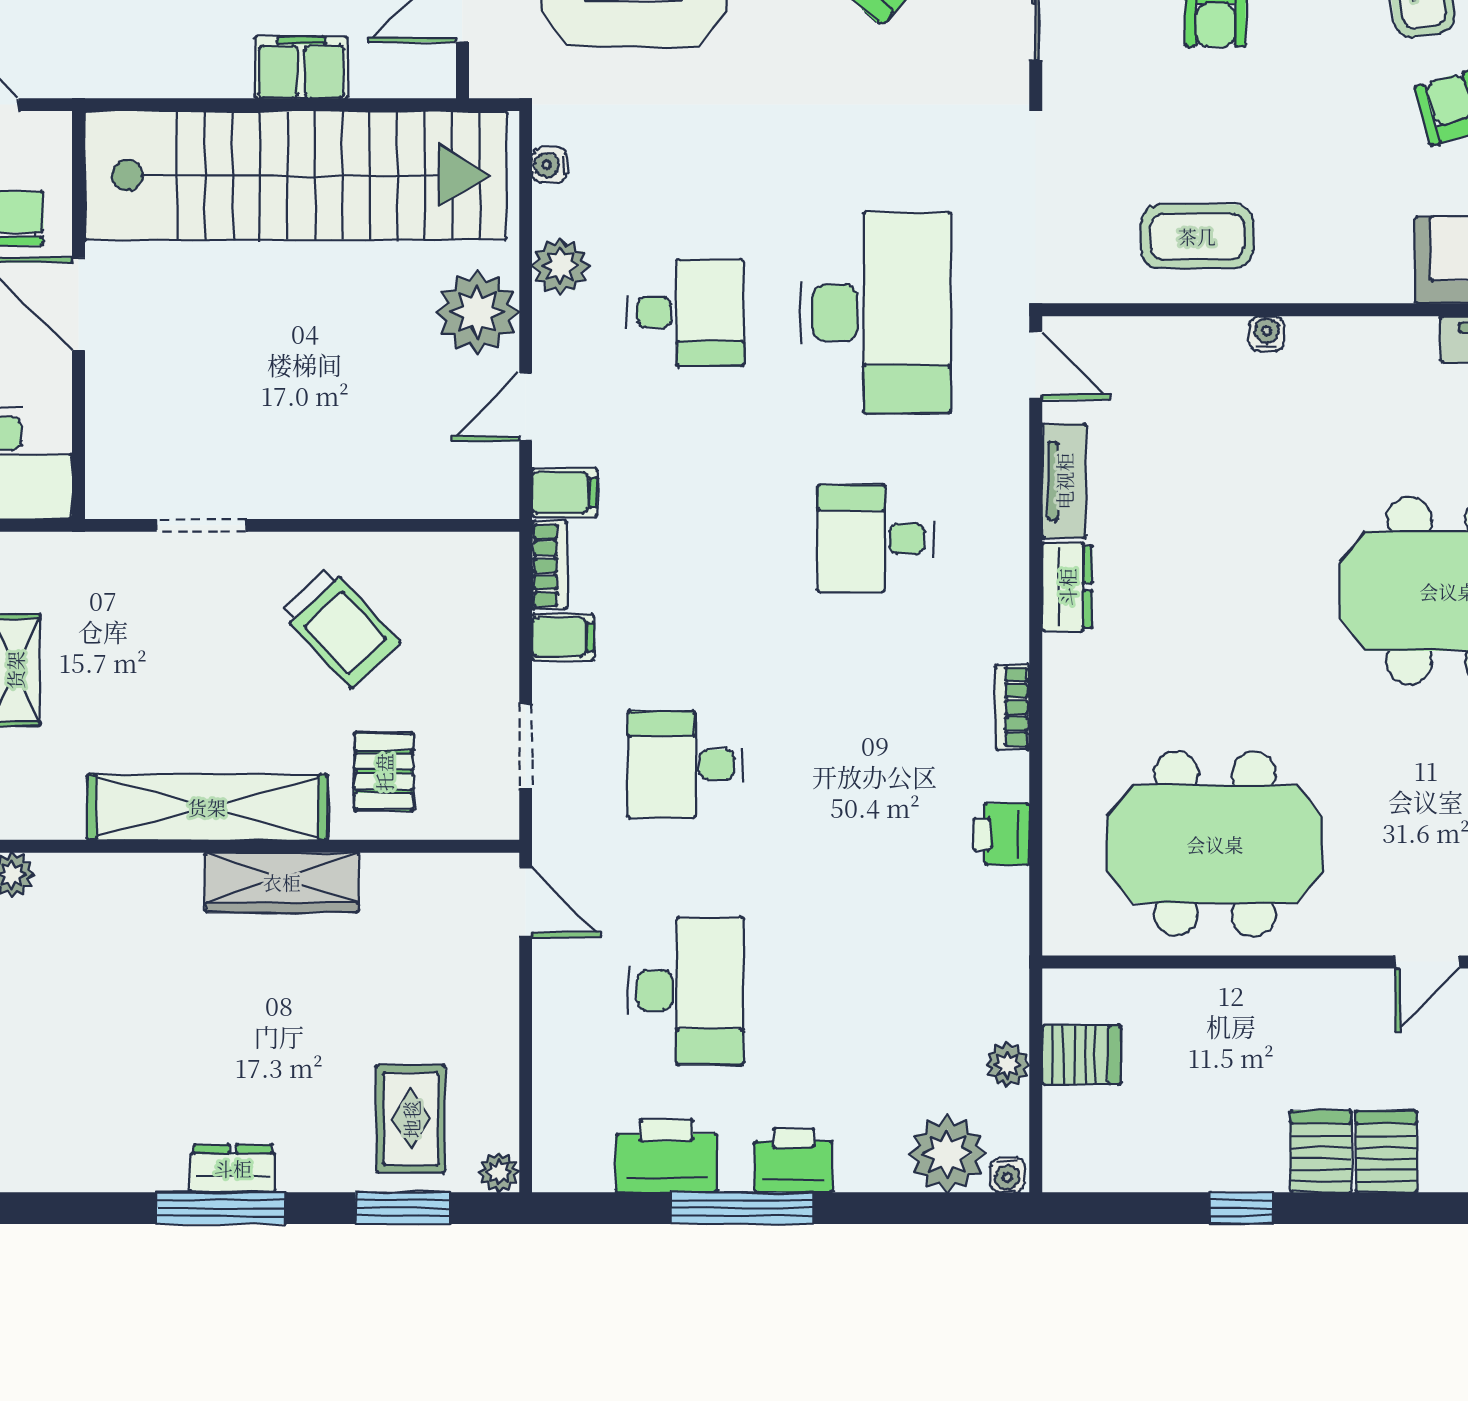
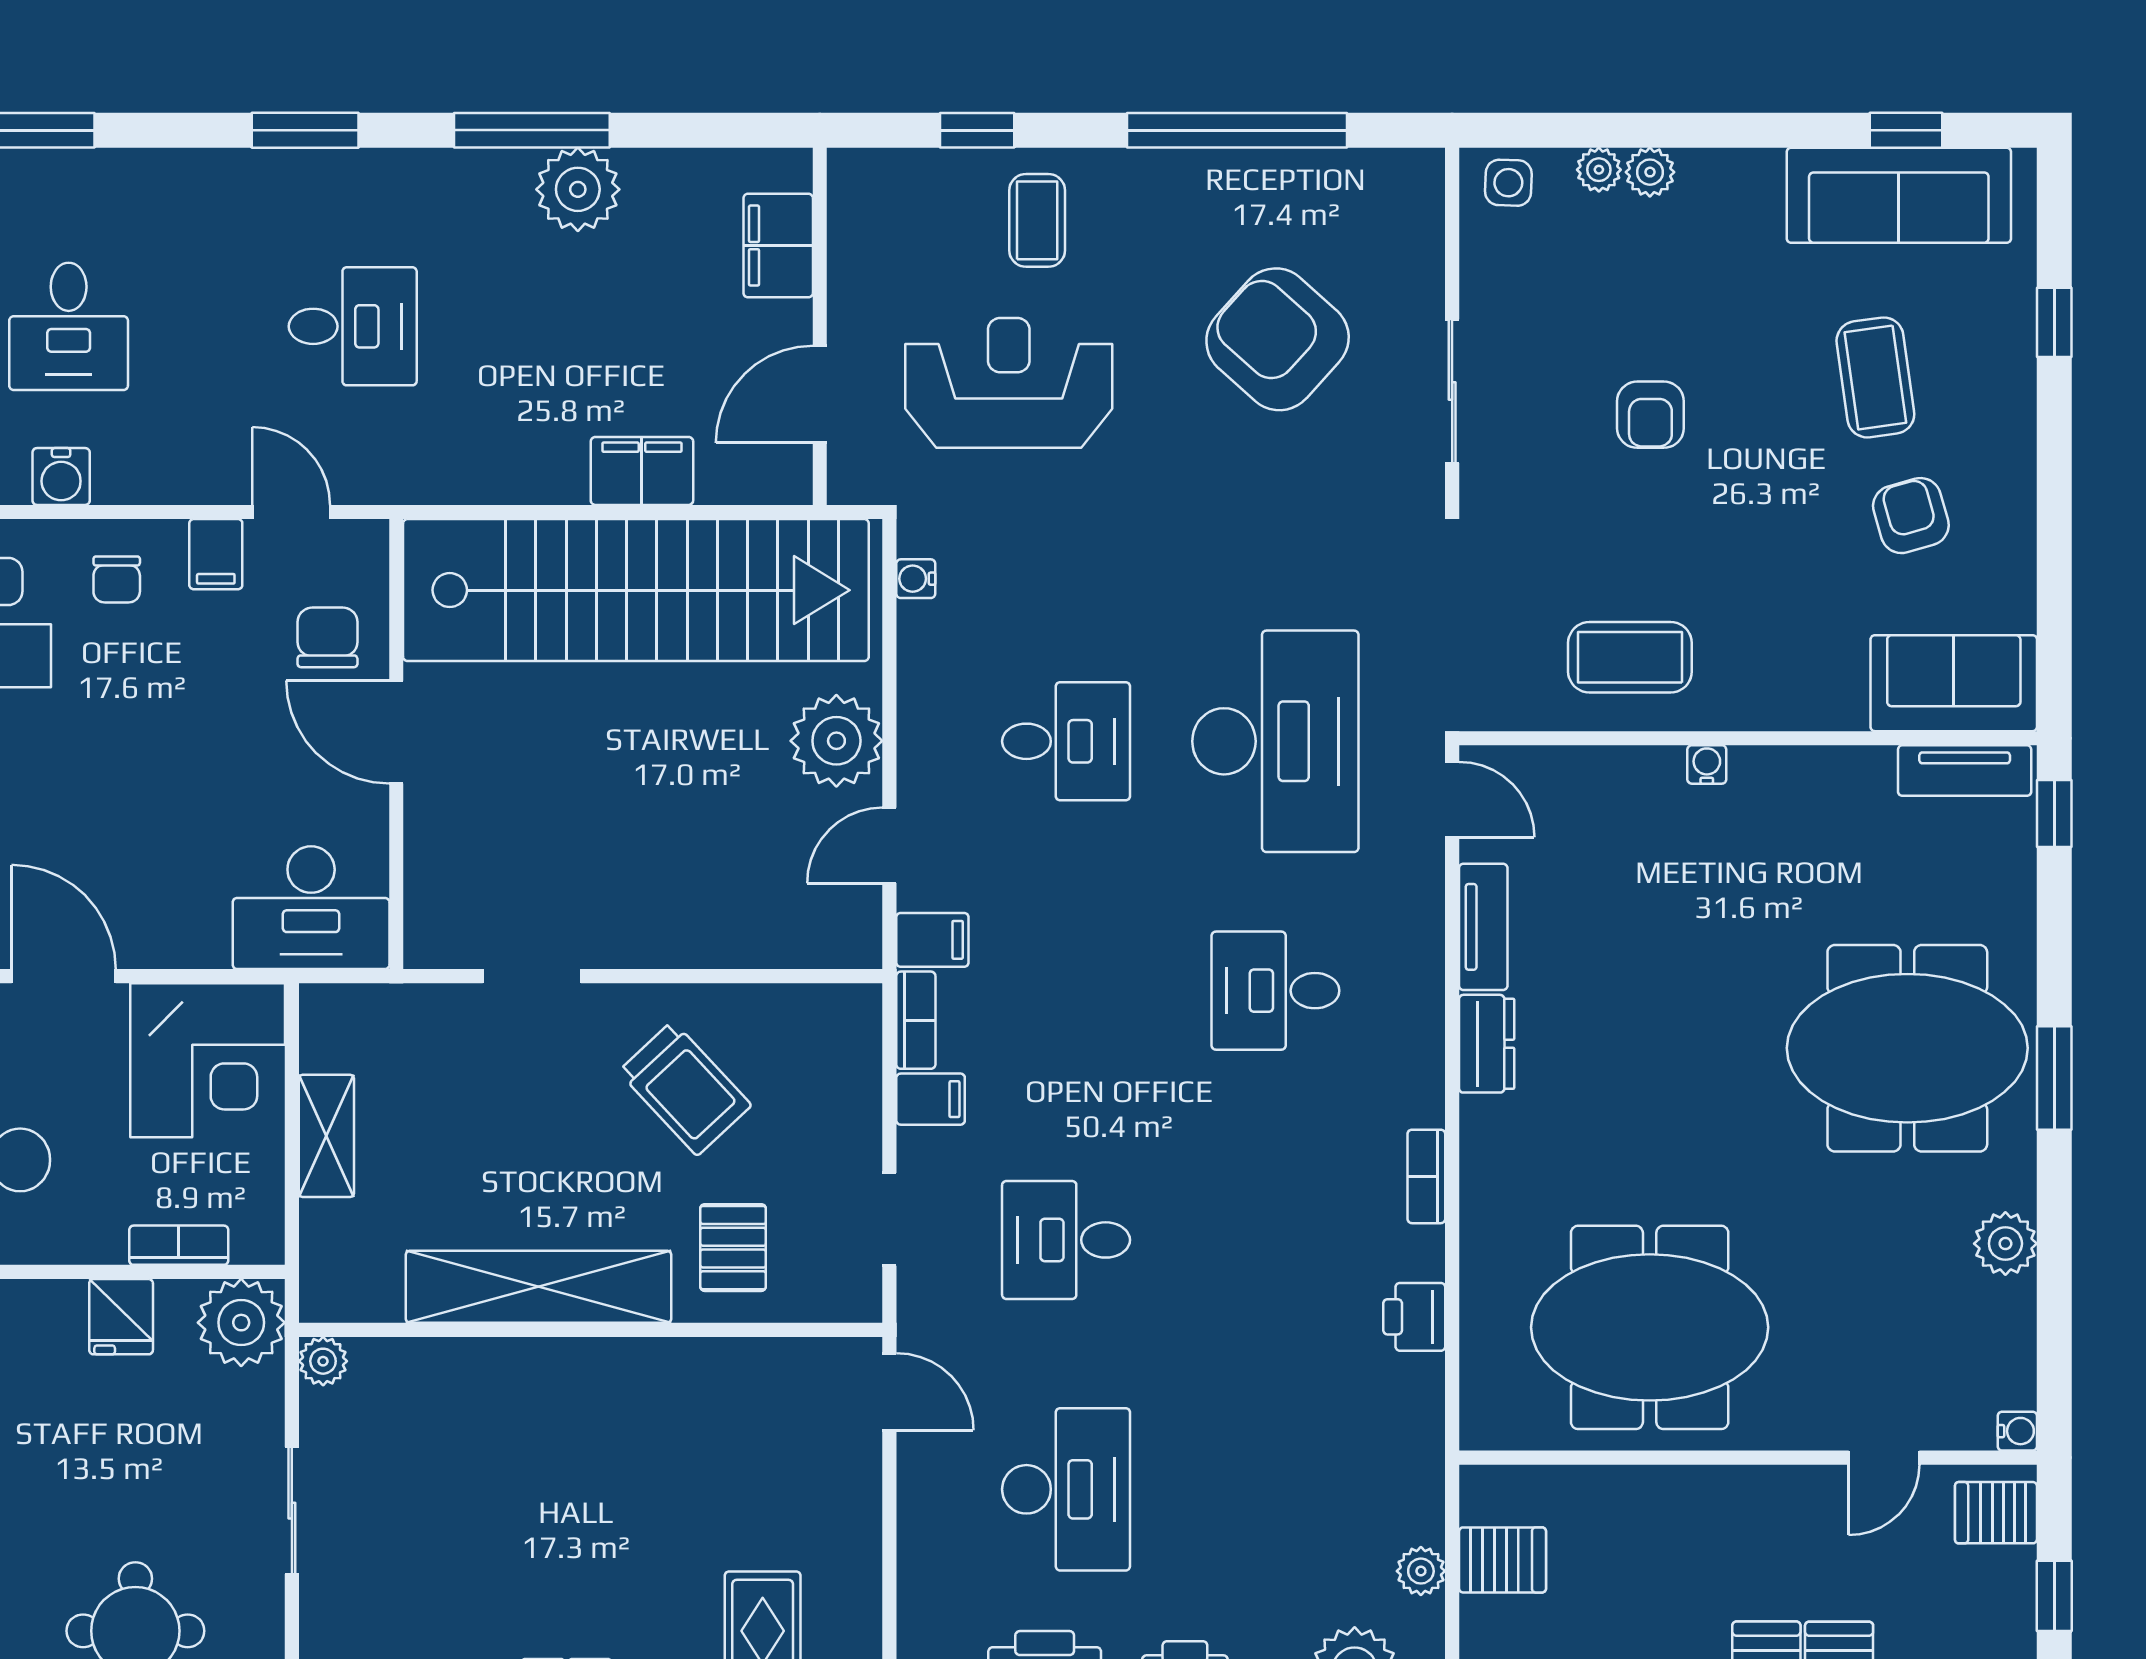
plant: (560, 266) -> (928, 690), removed
wardrobe: (282, 882) -> (621, 1370), removed

